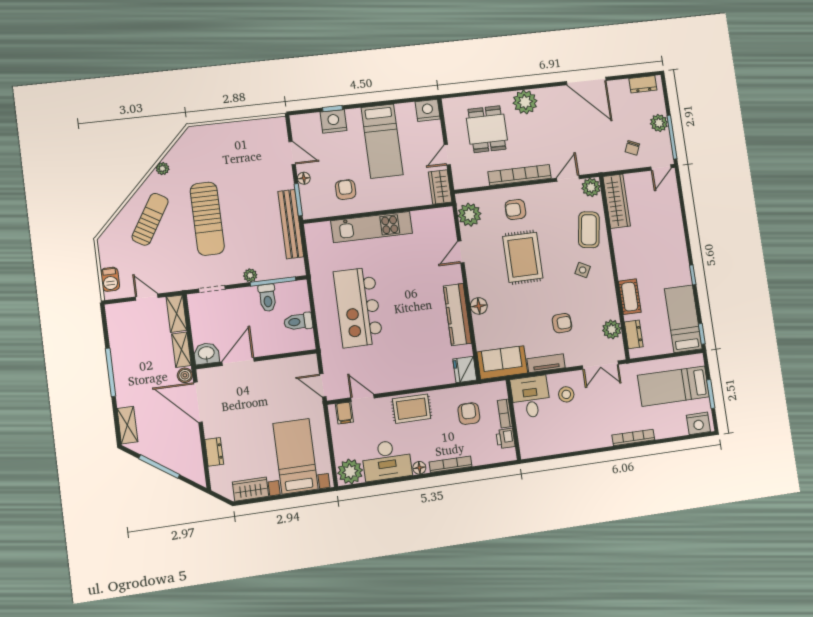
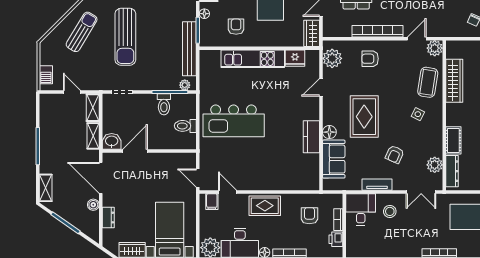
wardrobe: (617, 201) -> (454, 81), moved
rug: (523, 257) -> (364, 117), moved
plant: (250, 275) -> (185, 85), moved
kitchen island: (358, 307) -> (234, 121), turned -90
kitchen counter: (457, 315) -> (311, 137), width x0.67
armchair: (562, 323) -> (395, 154), turned 116
dresser: (634, 334) -> (452, 171), width x1.44
sofa: (502, 362) -> (334, 159), moved, turned 90
fridge: (465, 369) -> (295, 58), moved, turned -90
boiler: (185, 375) -> (93, 205), moved

